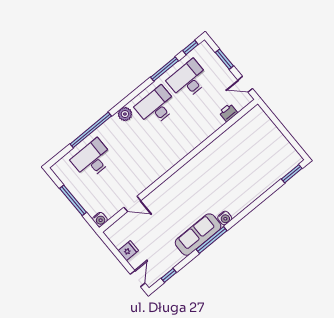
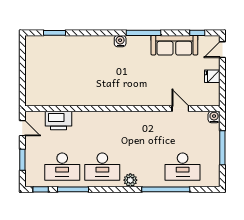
printer: (228, 113) -> (59, 121), width x1.87, depth x1.48
window: (292, 174) -> (54, 33), moved
sofa: (198, 235) -> (174, 45), moved

